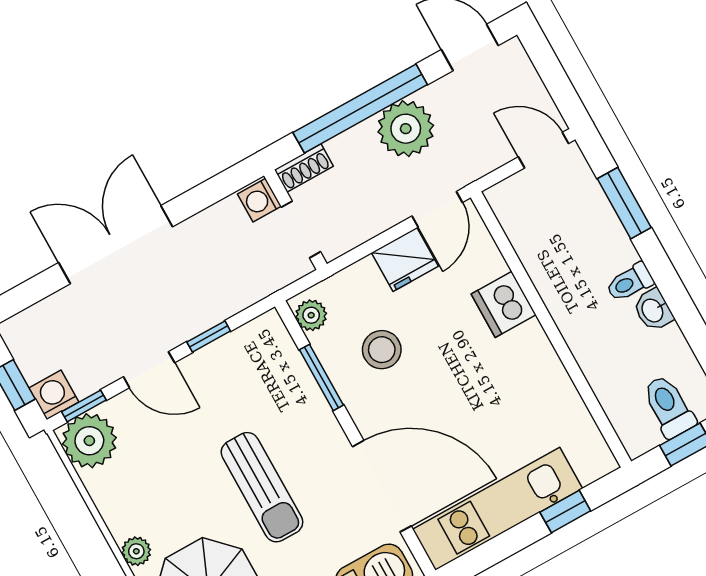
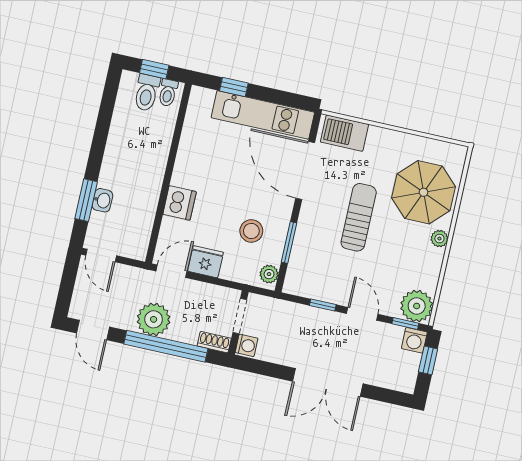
toilet: (630, 282) -> (168, 93), moved, turned 90
washbasin: (653, 310) -> (102, 200), moved

